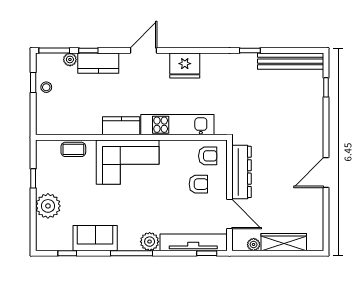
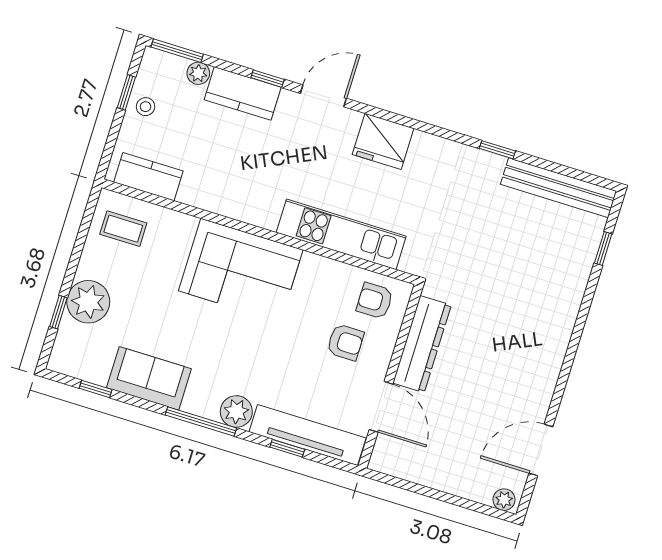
window: (88, 50) -> (268, 79), moved
kitchen counter: (121, 126) -> (148, 177), moved
coffee table: (73, 149) -> (123, 229), moved
armchair: (208, 156) -> (375, 301), turned 180
door: (326, 172) -> (541, 450), moved
window: (33, 178) -> (58, 312), moved
wardrobe: (284, 242) -> (456, 480), removed
plant: (254, 245) -> (504, 500), moved
window: (207, 253) -> (287, 448), moved

